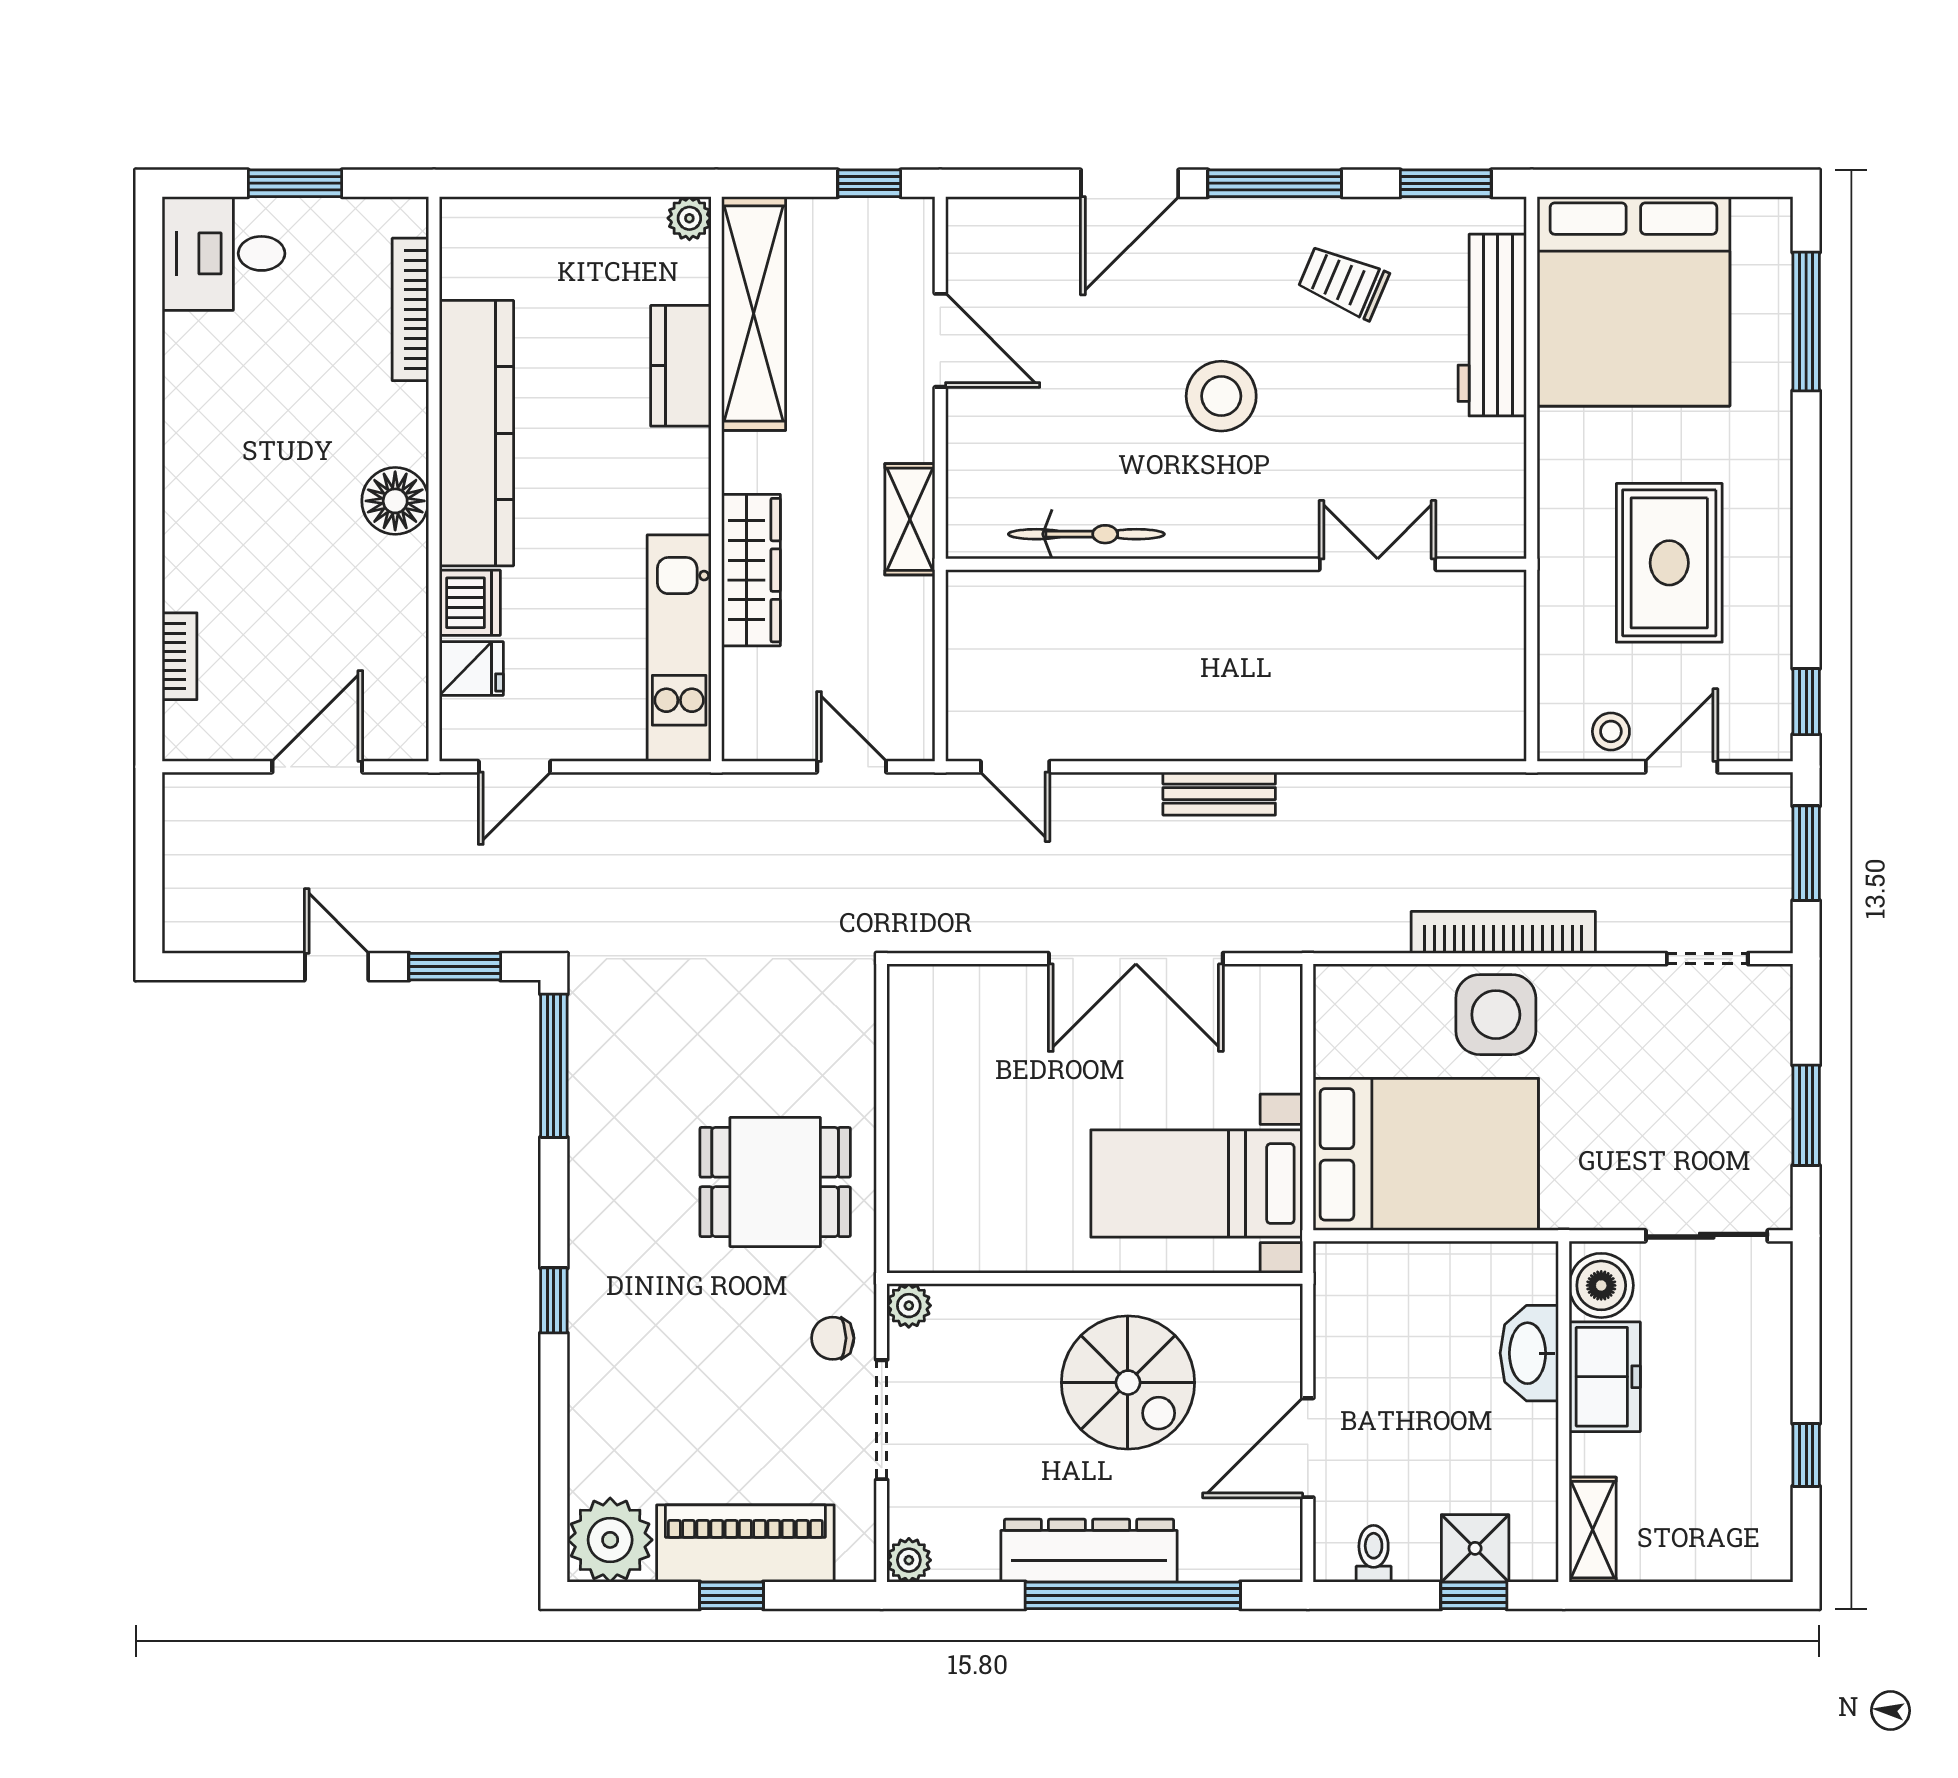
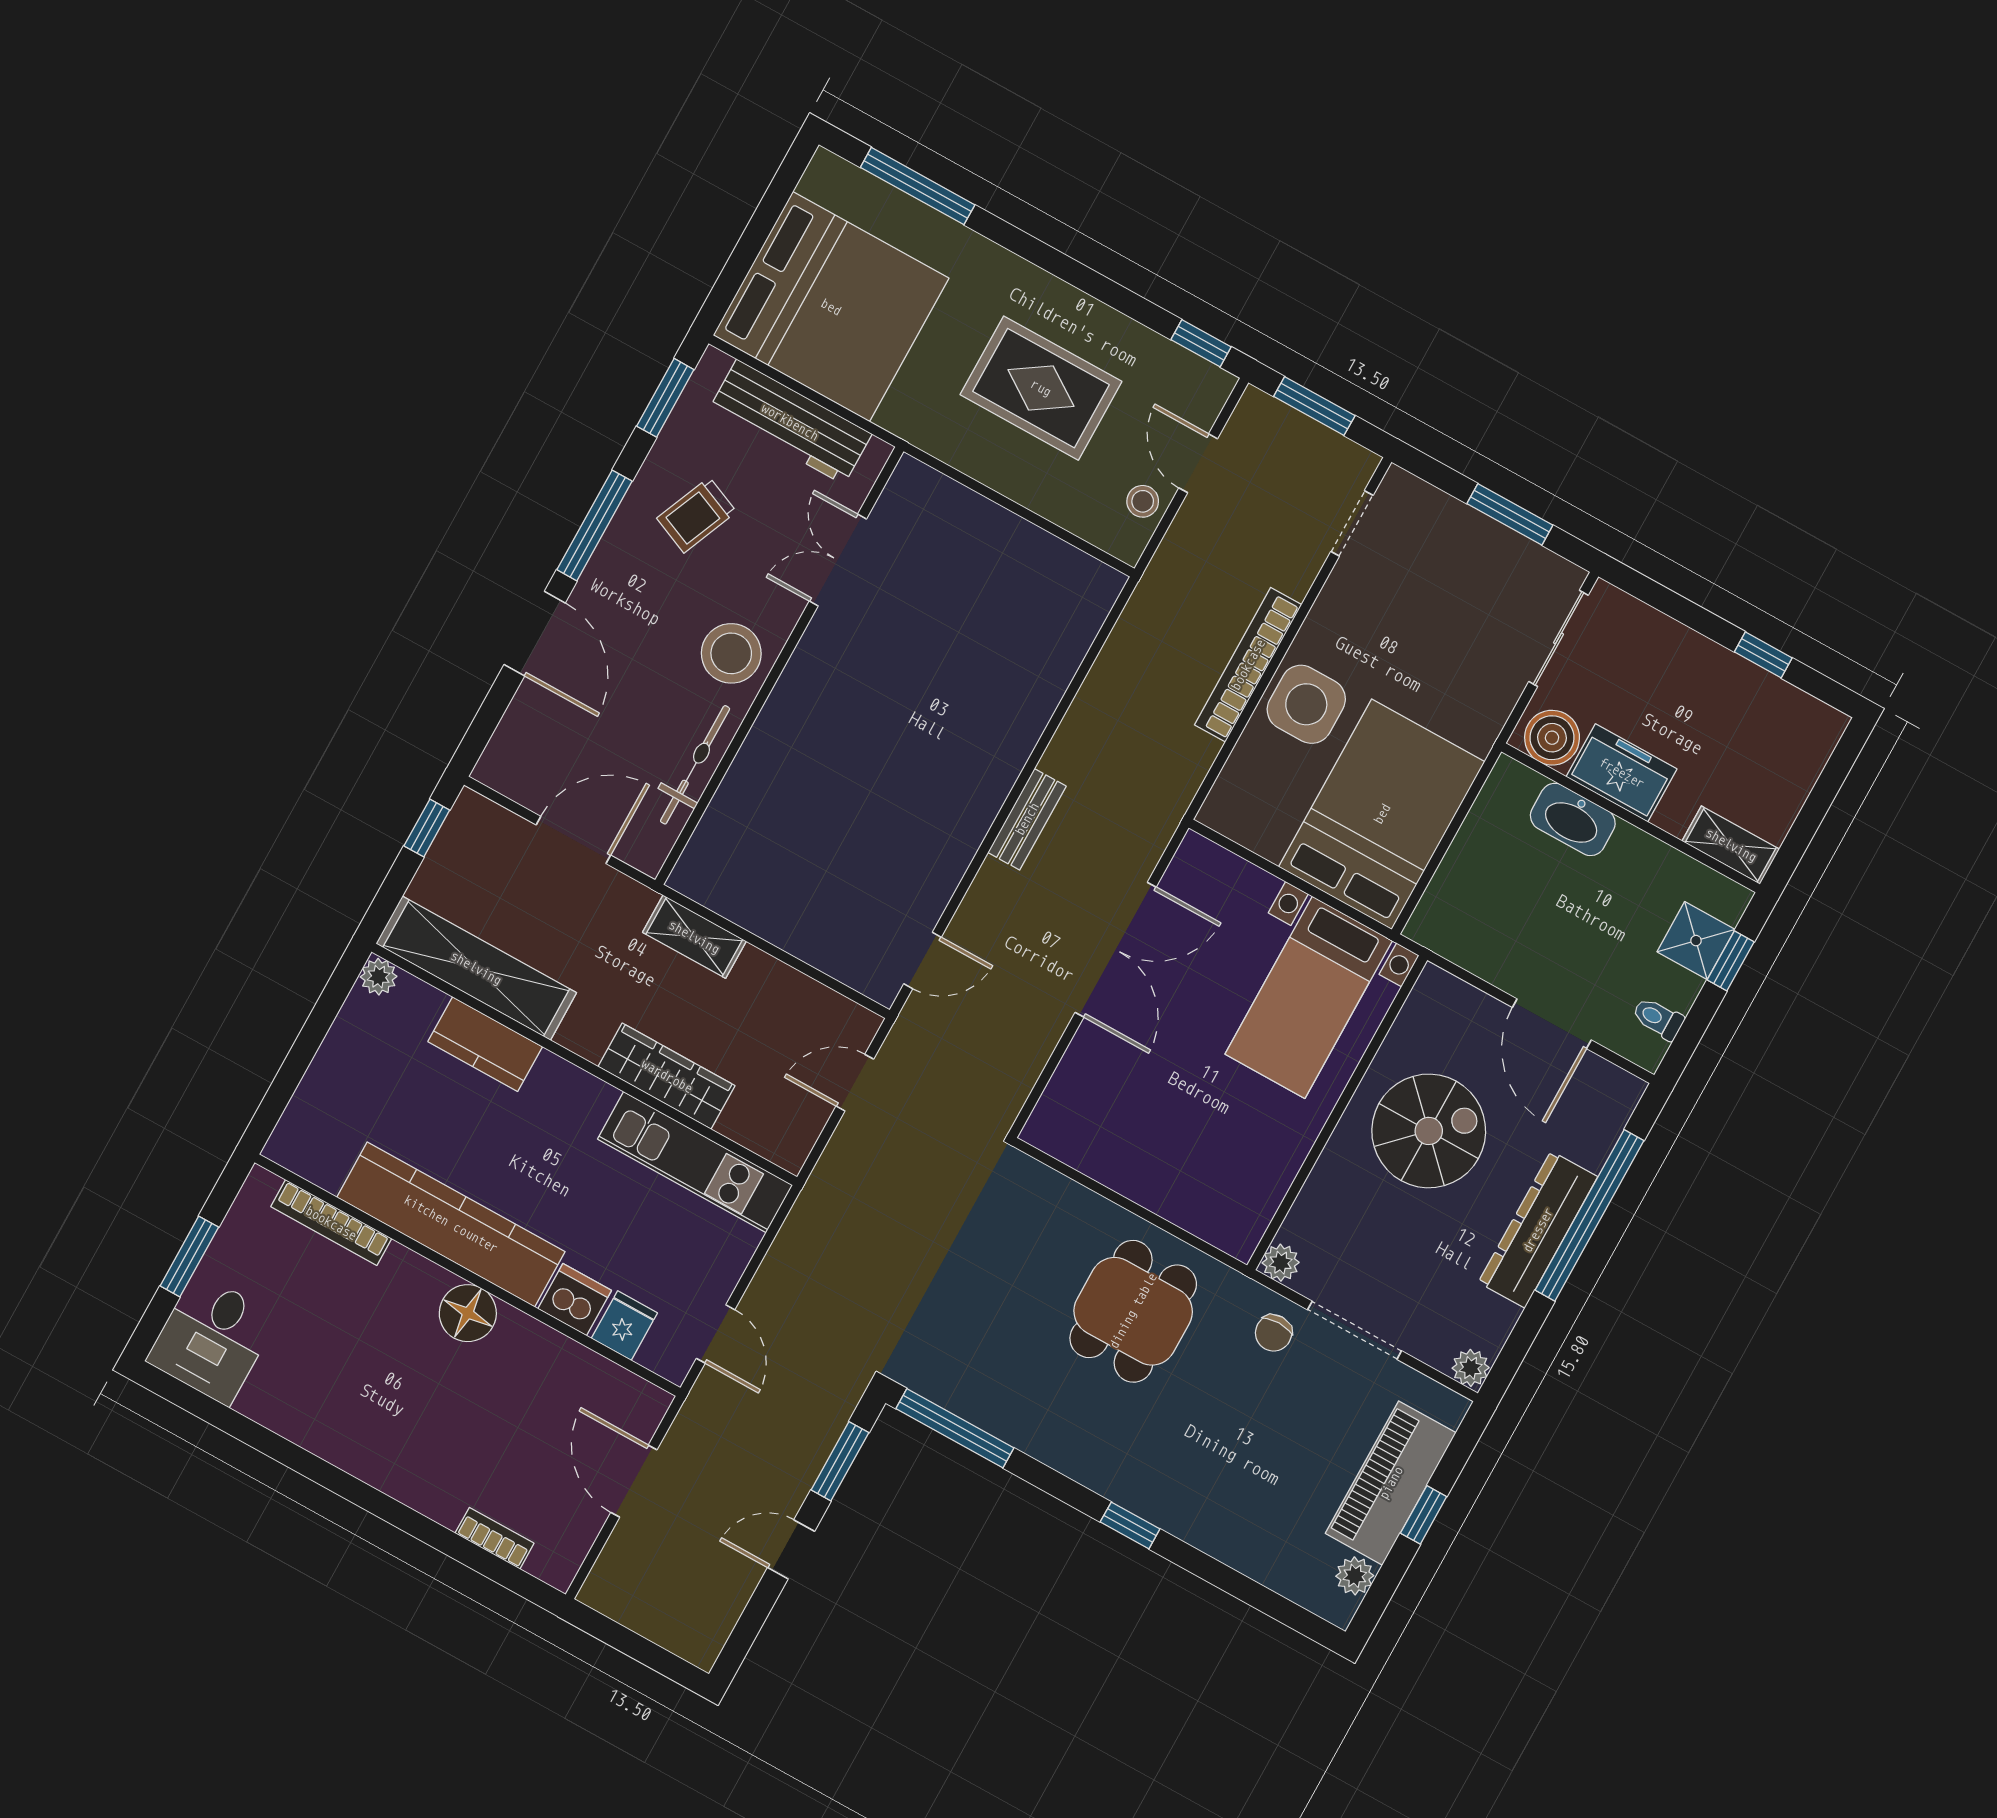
bicycle: (1086, 534) -> (695, 765), moved
wall: (1236, 564) -> (779, 666), moved
double door: (1378, 564) -> (838, 560), moved
plant: (610, 1540) -> (1355, 1576), width x0.53, depth x0.53

